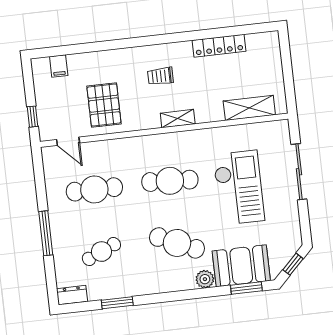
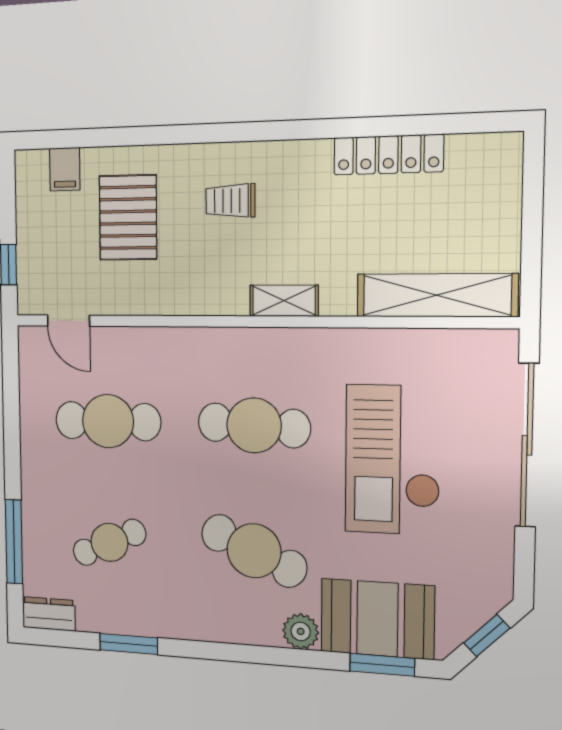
trolley: (160, 76) -> (230, 201), moved
pallet: (104, 105) -> (128, 218), moved
shelving: (249, 108) -> (437, 295), width x1.47
sliding door: (299, 172) -> (527, 445), width x1.36
checkout: (239, 188) -> (393, 460), turned 180
window: (46, 233) -> (14, 542), moved

